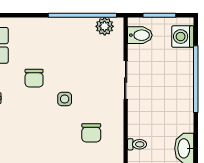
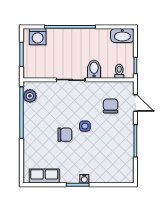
bidet: (140, 35) -> (94, 69), moved
chair: (34, 78) -> (65, 135), moved
chair: (91, 133) -> (111, 106), turned -90

